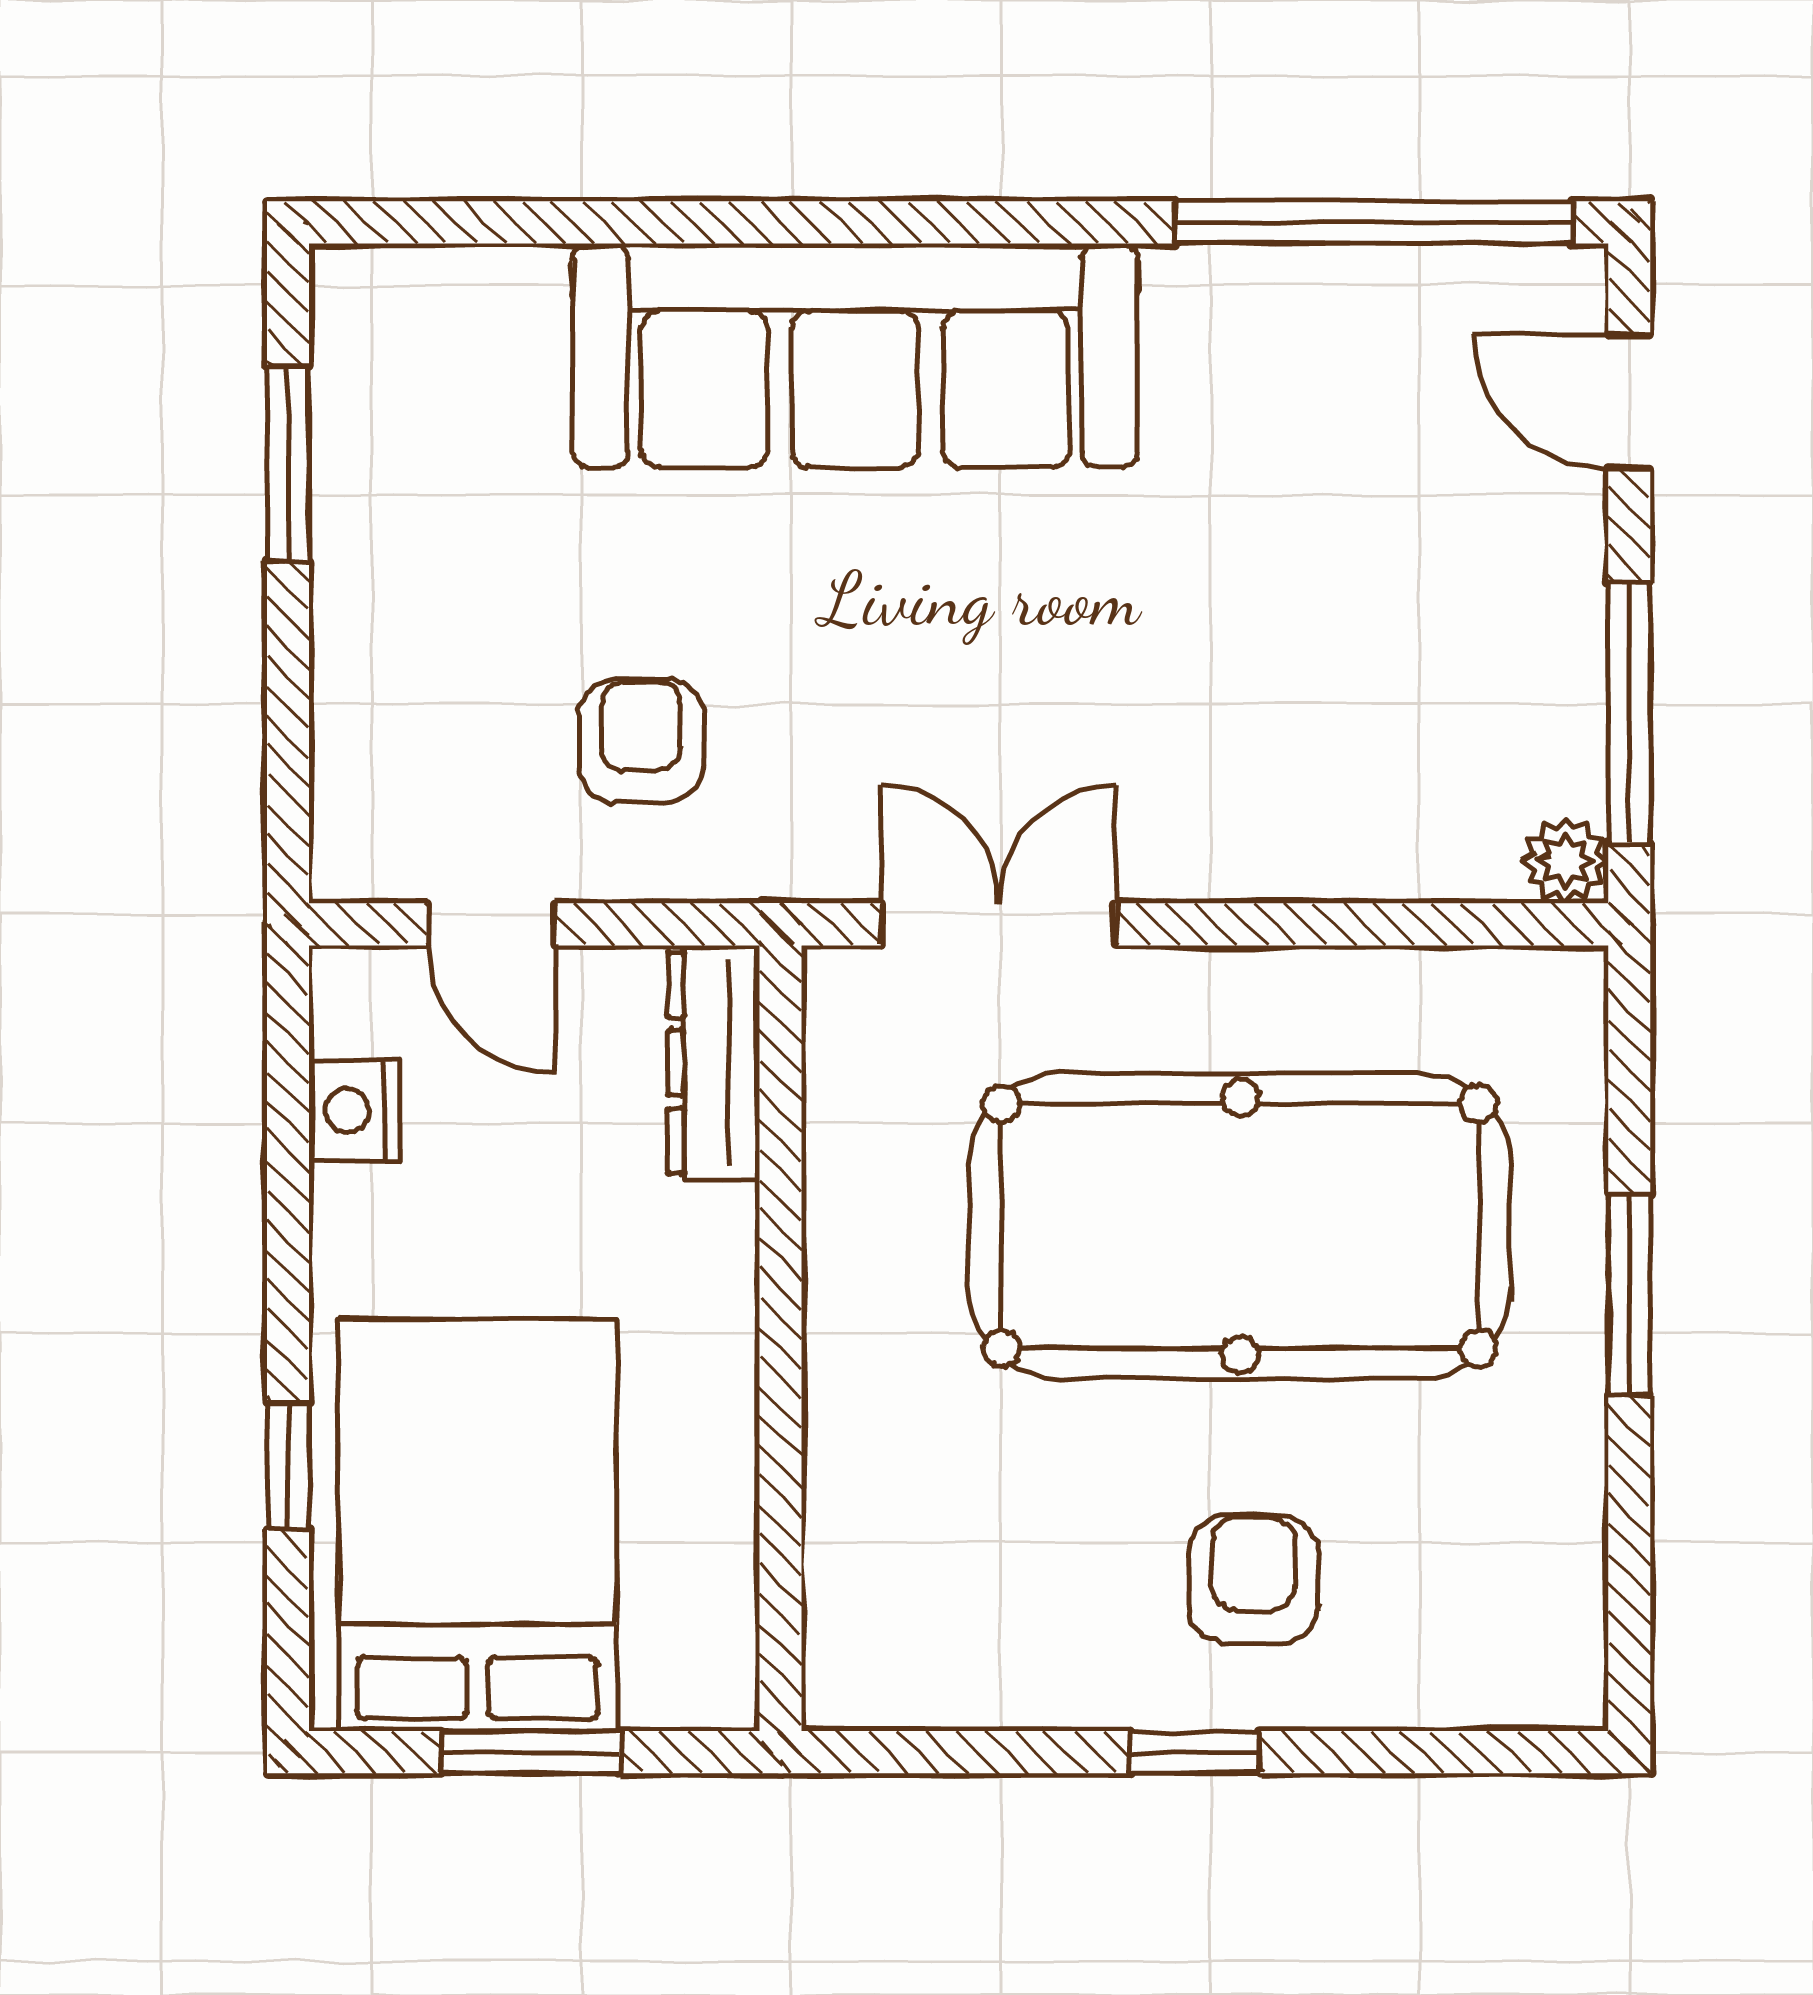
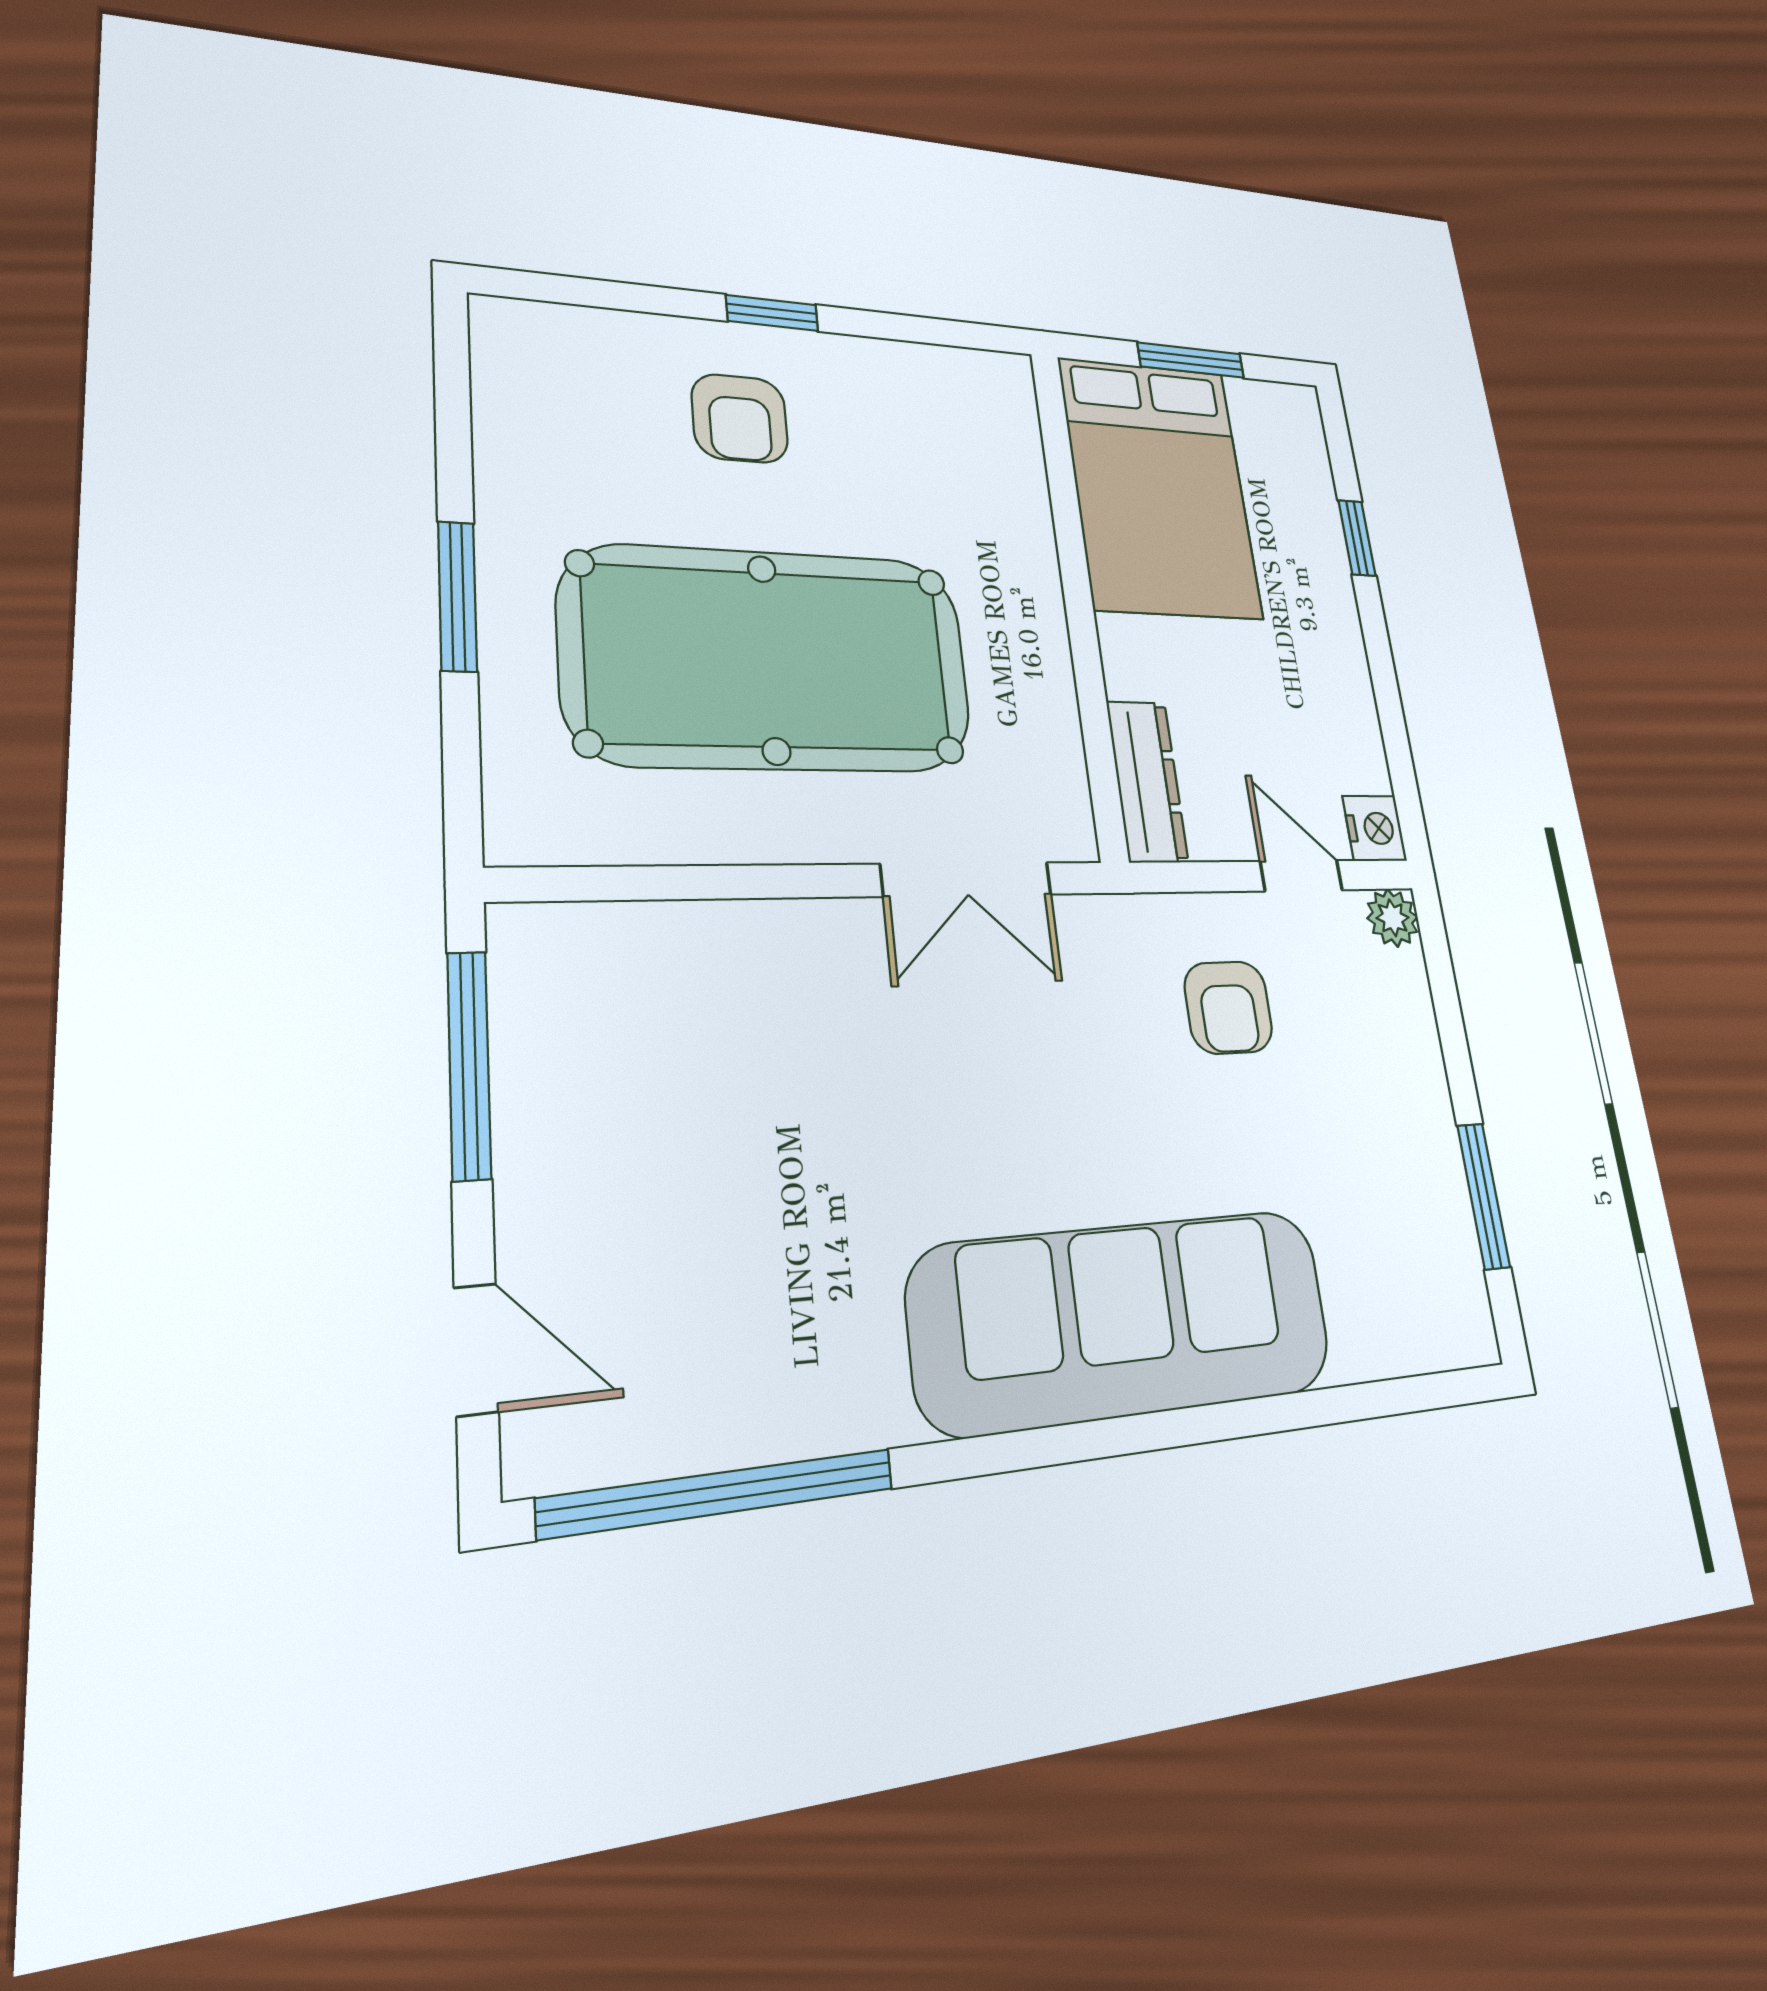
plant: (1565, 860) -> (1393, 918), moved
nightstand: (354, 1110) -> (1375, 828), moved
bed: (478, 1525) -> (1160, 488), moved

